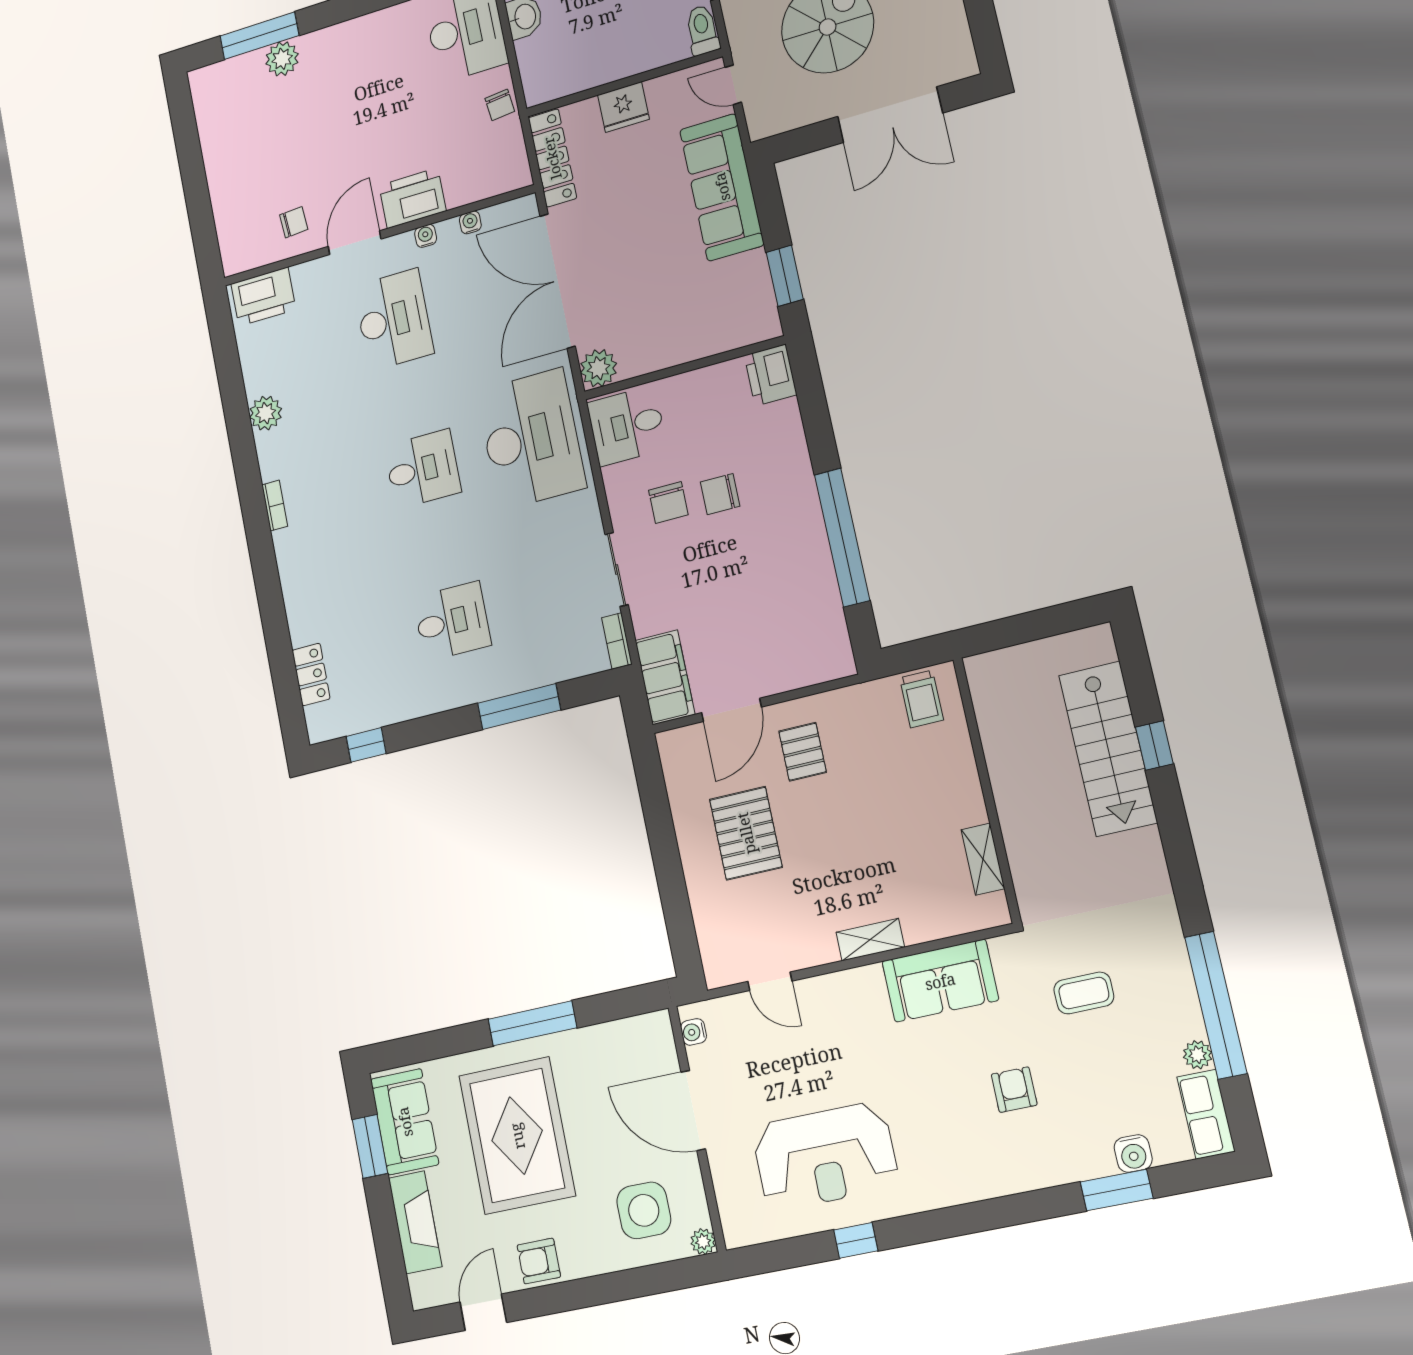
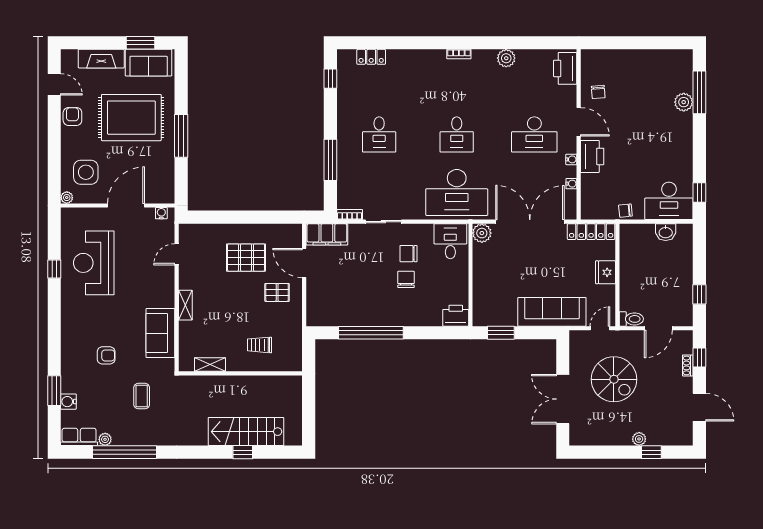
trolley: (921, 699) -> (260, 345), moved

